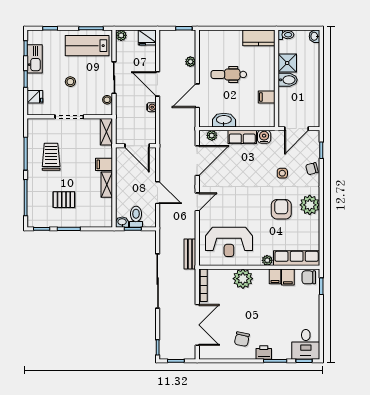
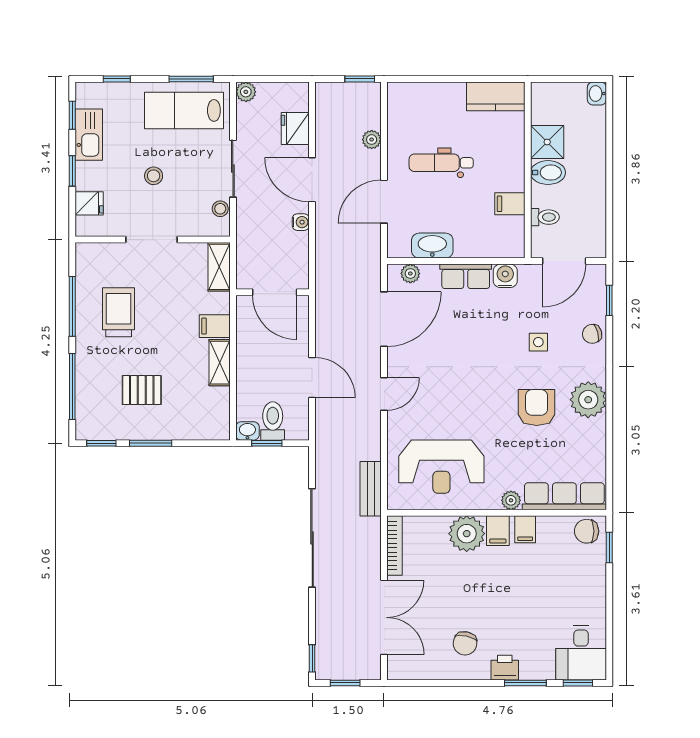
toilet: (286, 35) -> (545, 217), moved
fridge: (147, 38) -> (295, 129), moved, turned 90
filing cabinet: (288, 277) -> (498, 531), moved

